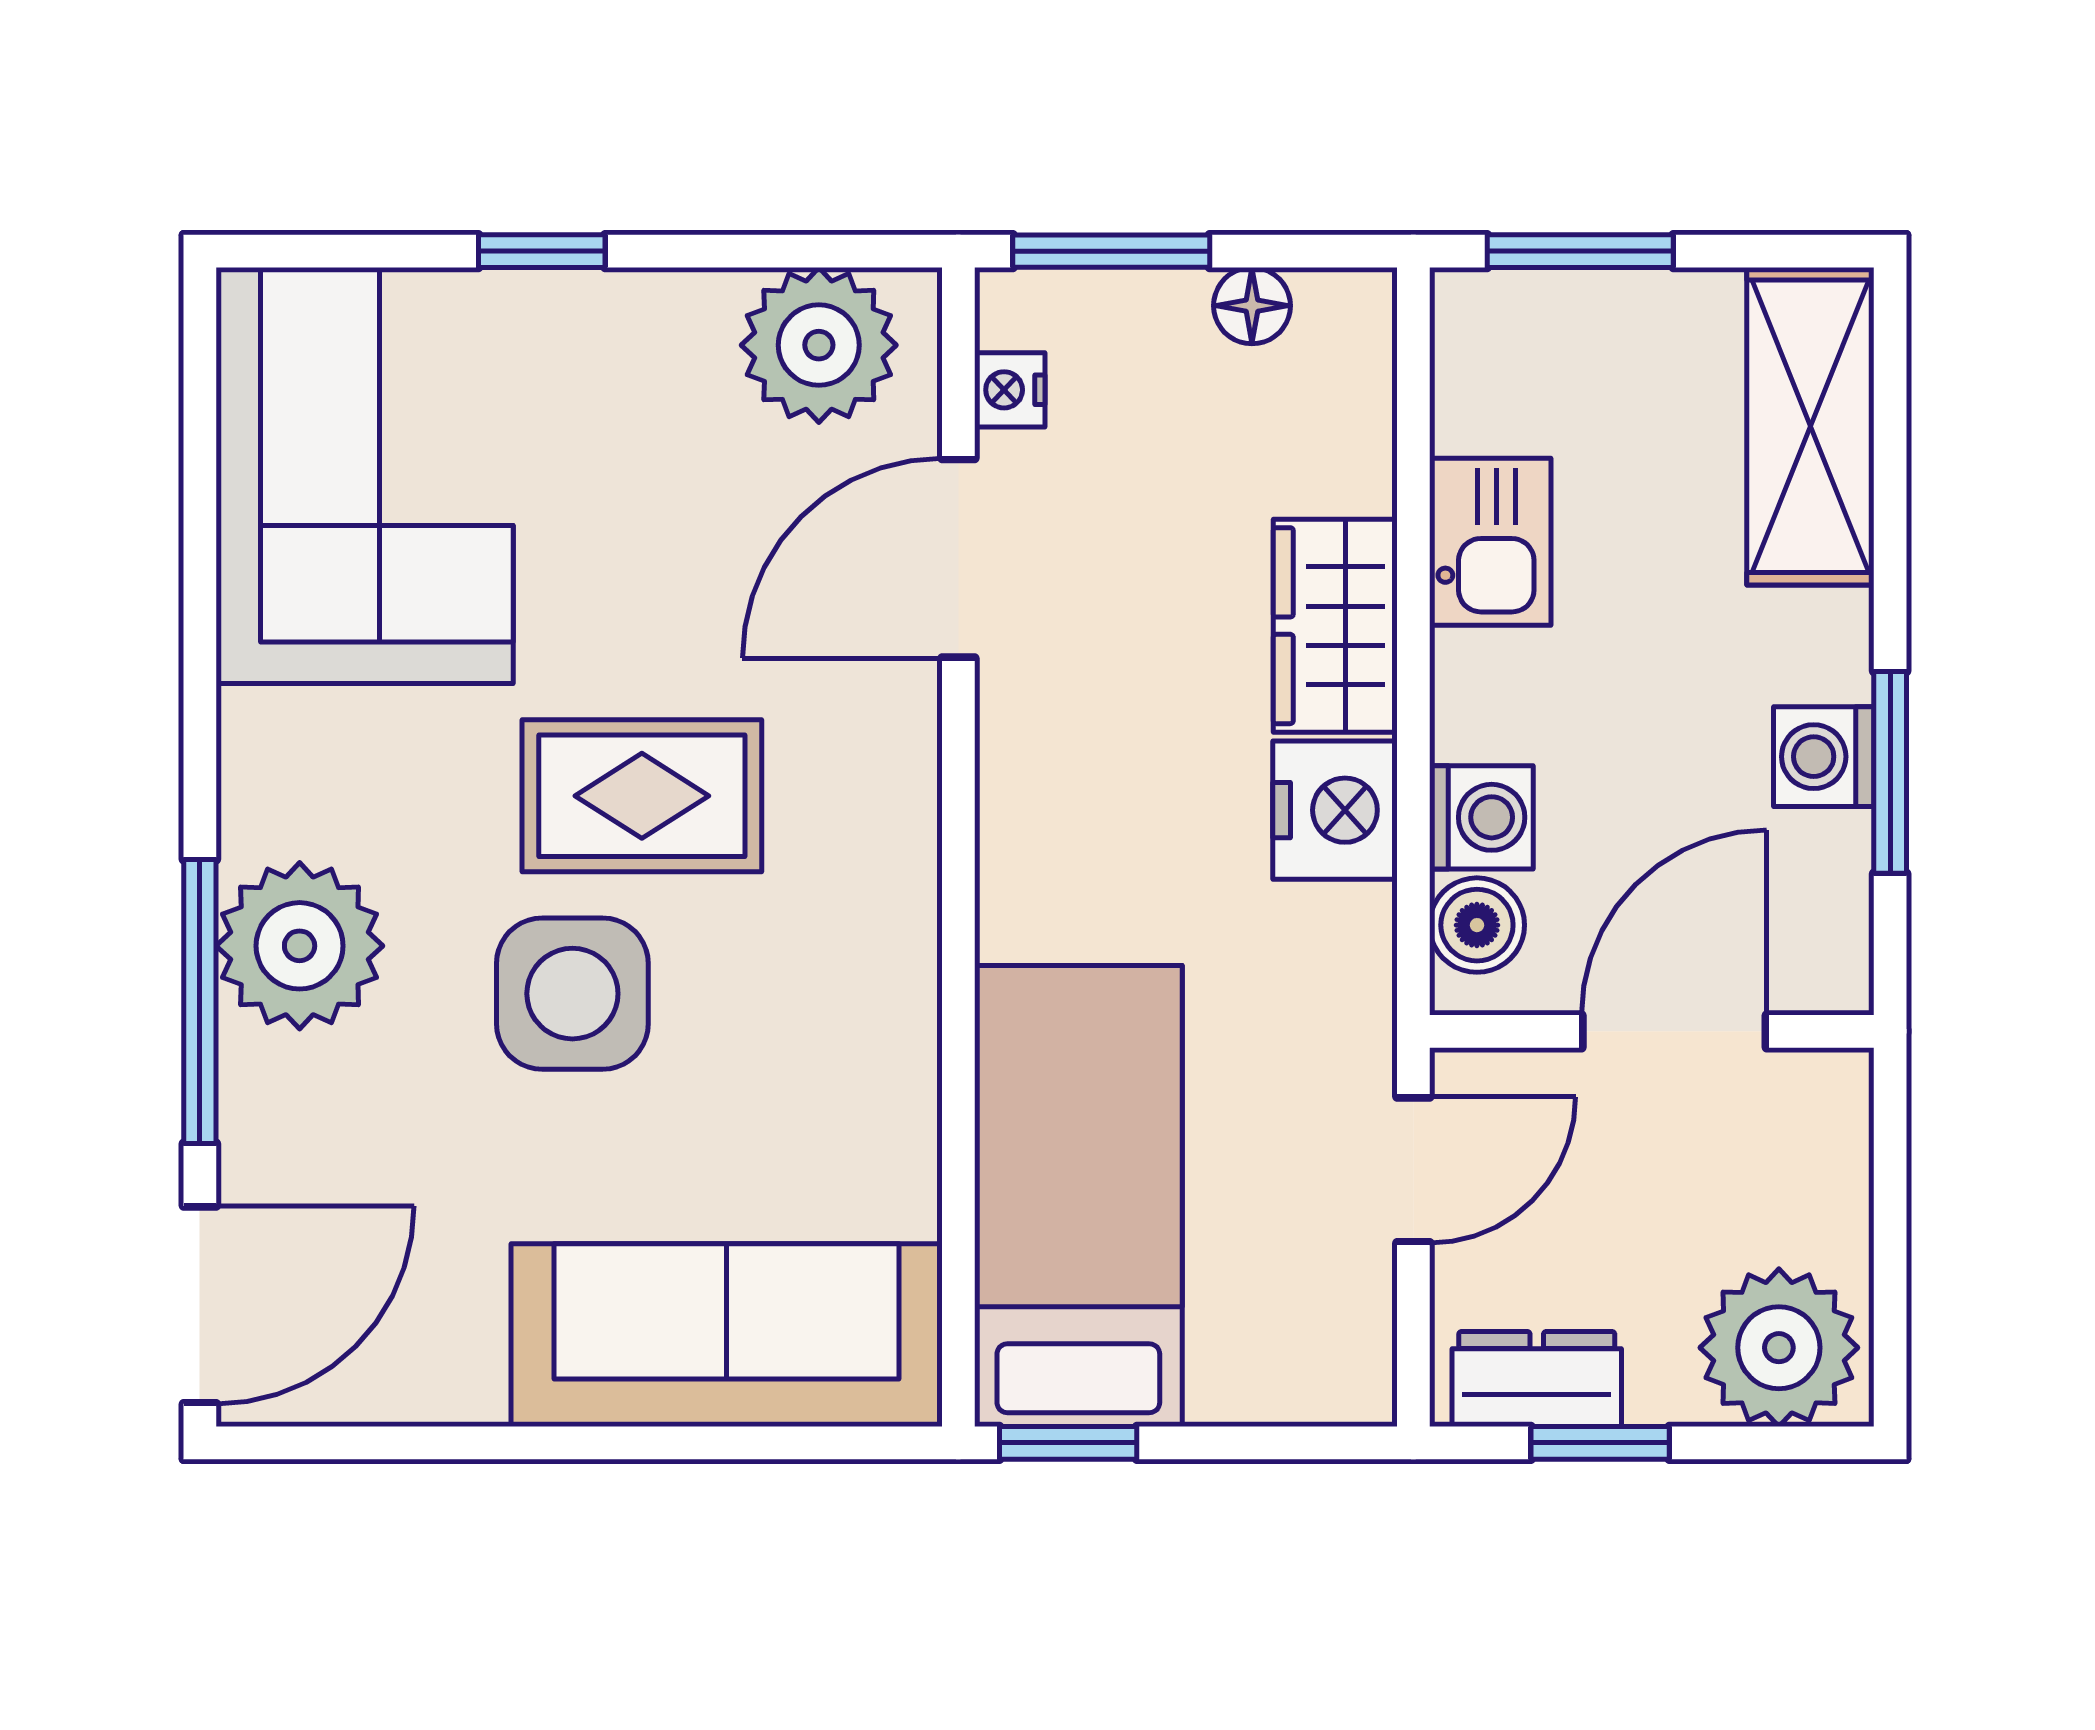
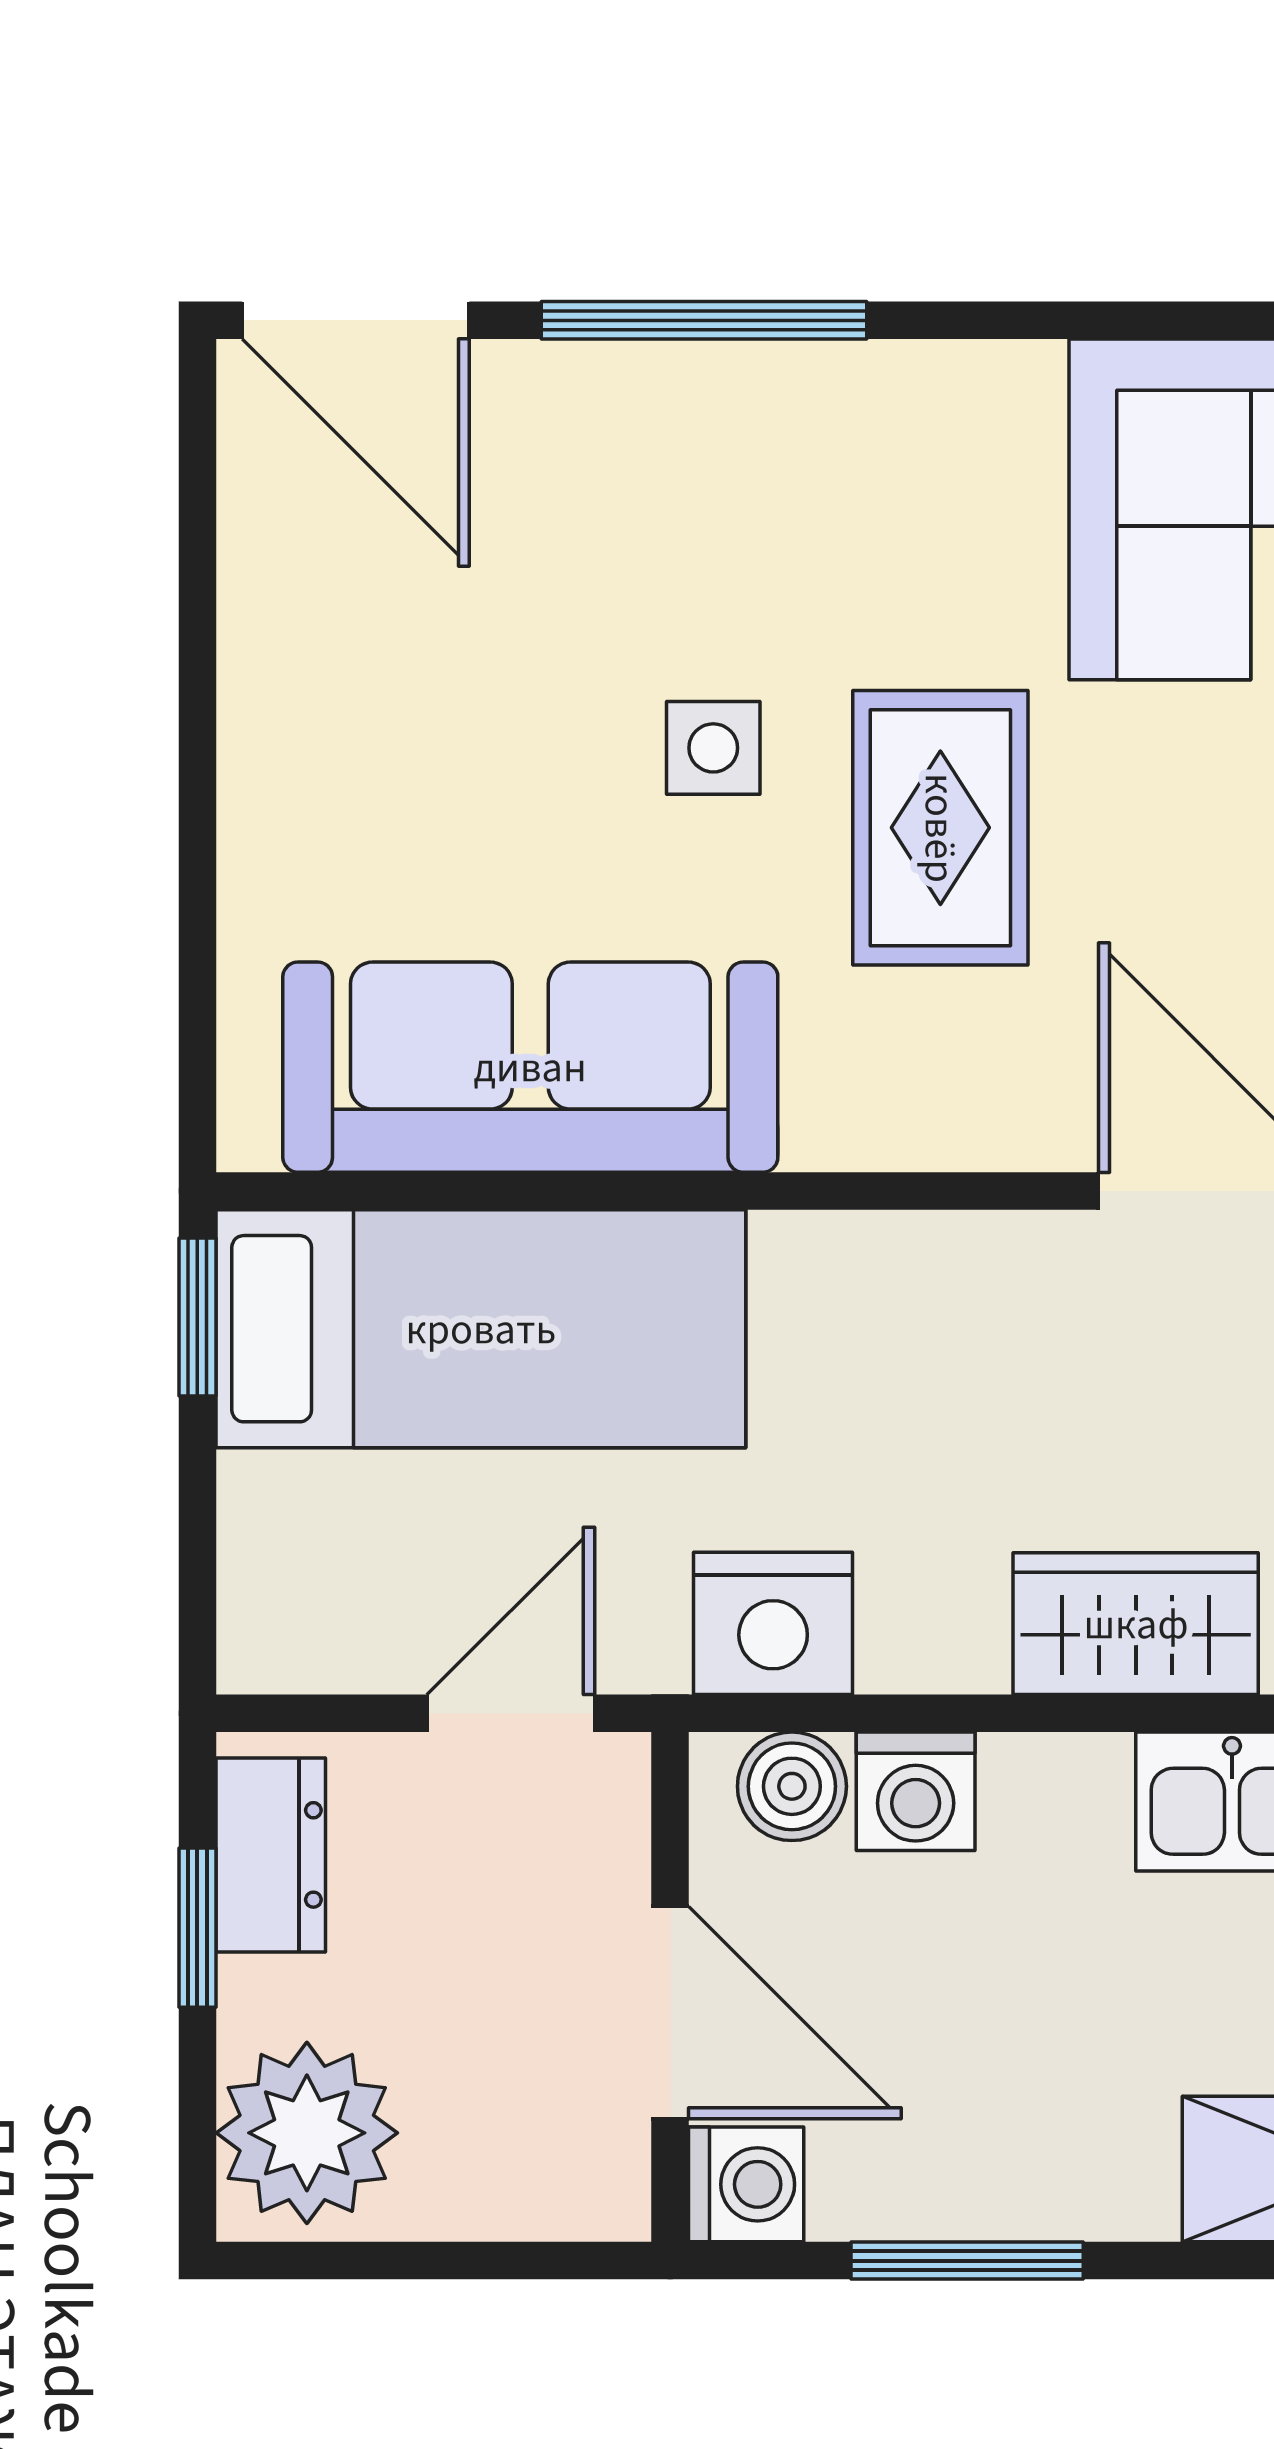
washing machine: (1824, 757) -> (746, 2184), moved, turned 90
nightstand: (1335, 810) -> (773, 1623), moved
plant: (300, 946) -> (768, 435), removed
side table: (572, 994) -> (713, 748), width x0.54, depth x0.54
door: (1413, 1170) -> (511, 1713), swing flipped
sofa: (727, 1335) -> (530, 1067), moved, turned -90

